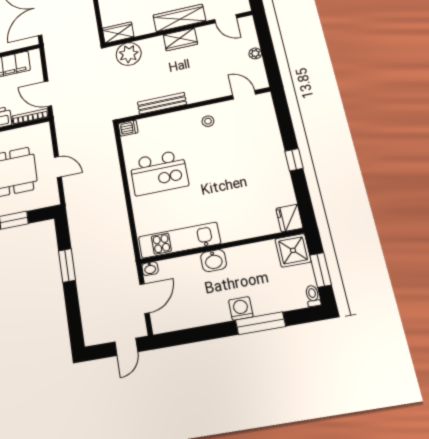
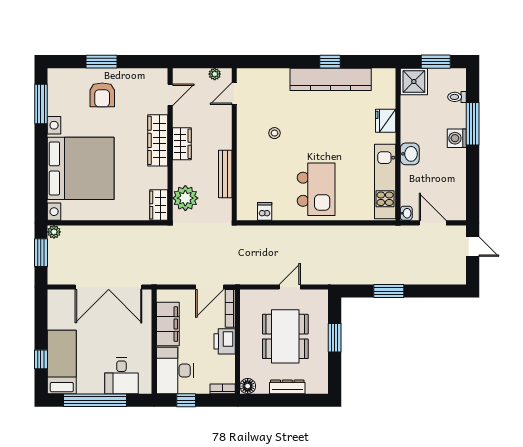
door: (244, 95) -> (234, 94), moved
bench: (162, 103) -> (225, 174), moved
wall: (193, 105) -> (234, 144), moved
kitchen counter: (275, 164) -> (331, 79), added
fridge: (289, 218) -> (386, 121), moved, turned 90
toilet: (313, 296) -> (457, 97), moved

